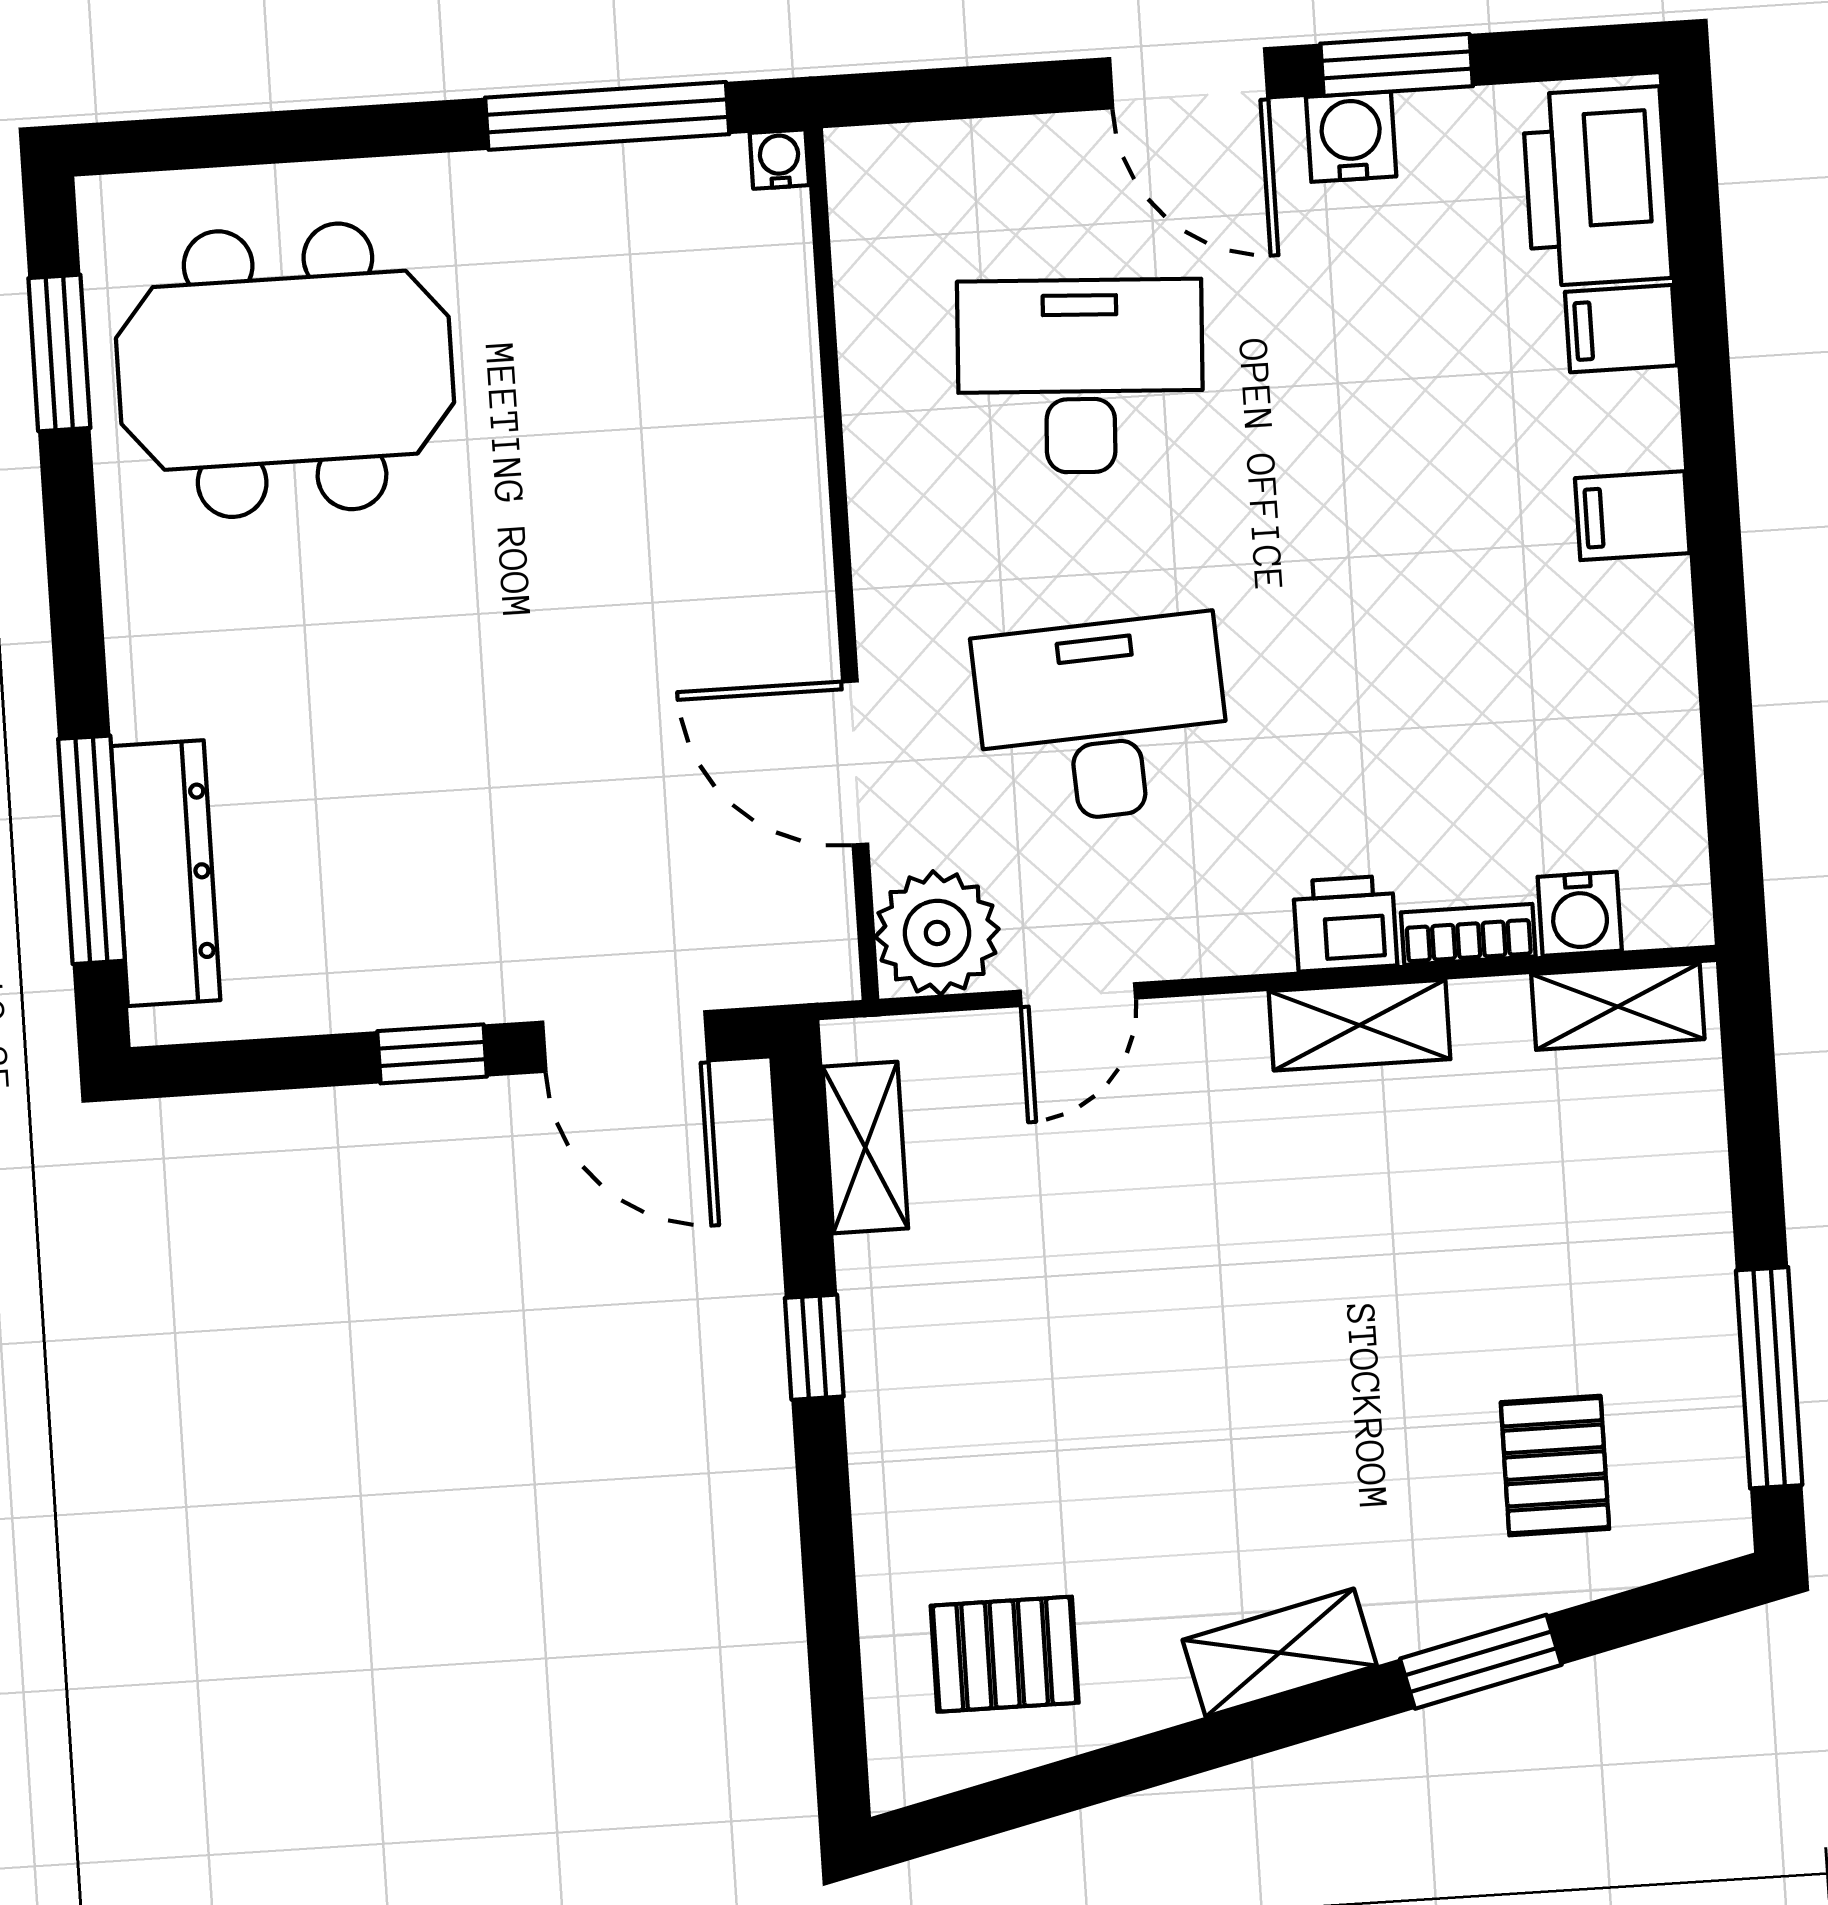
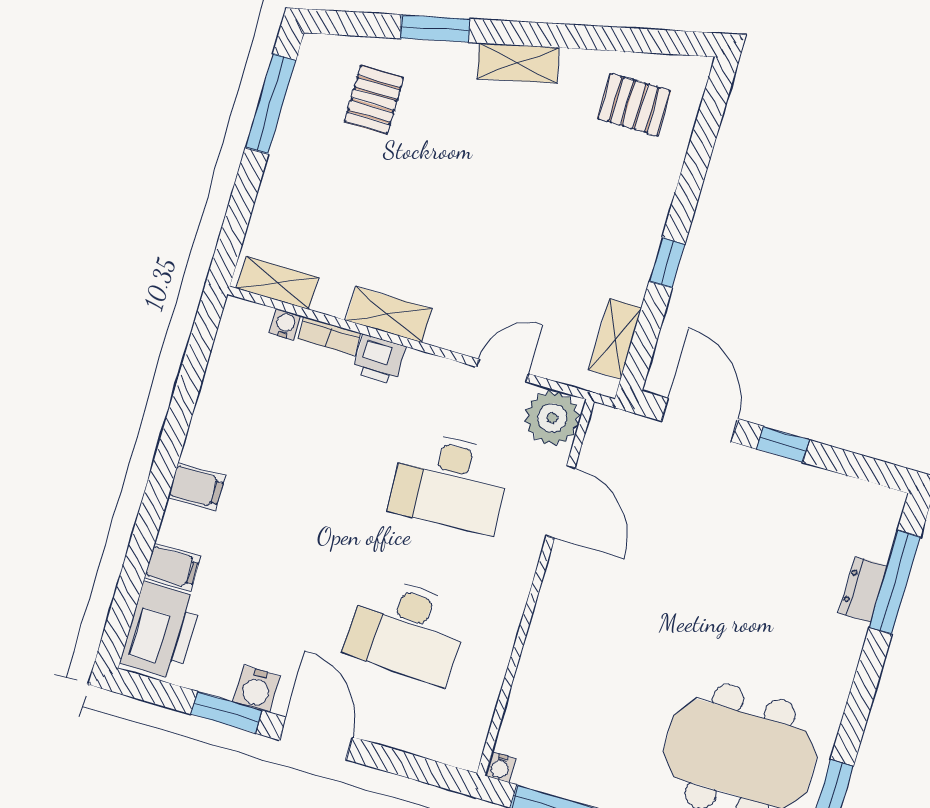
dresser: (166, 873) -> (863, 590), width x0.51, depth x0.80
water cooler: (1580, 914) -> (285, 324), width x0.72, depth x0.72

